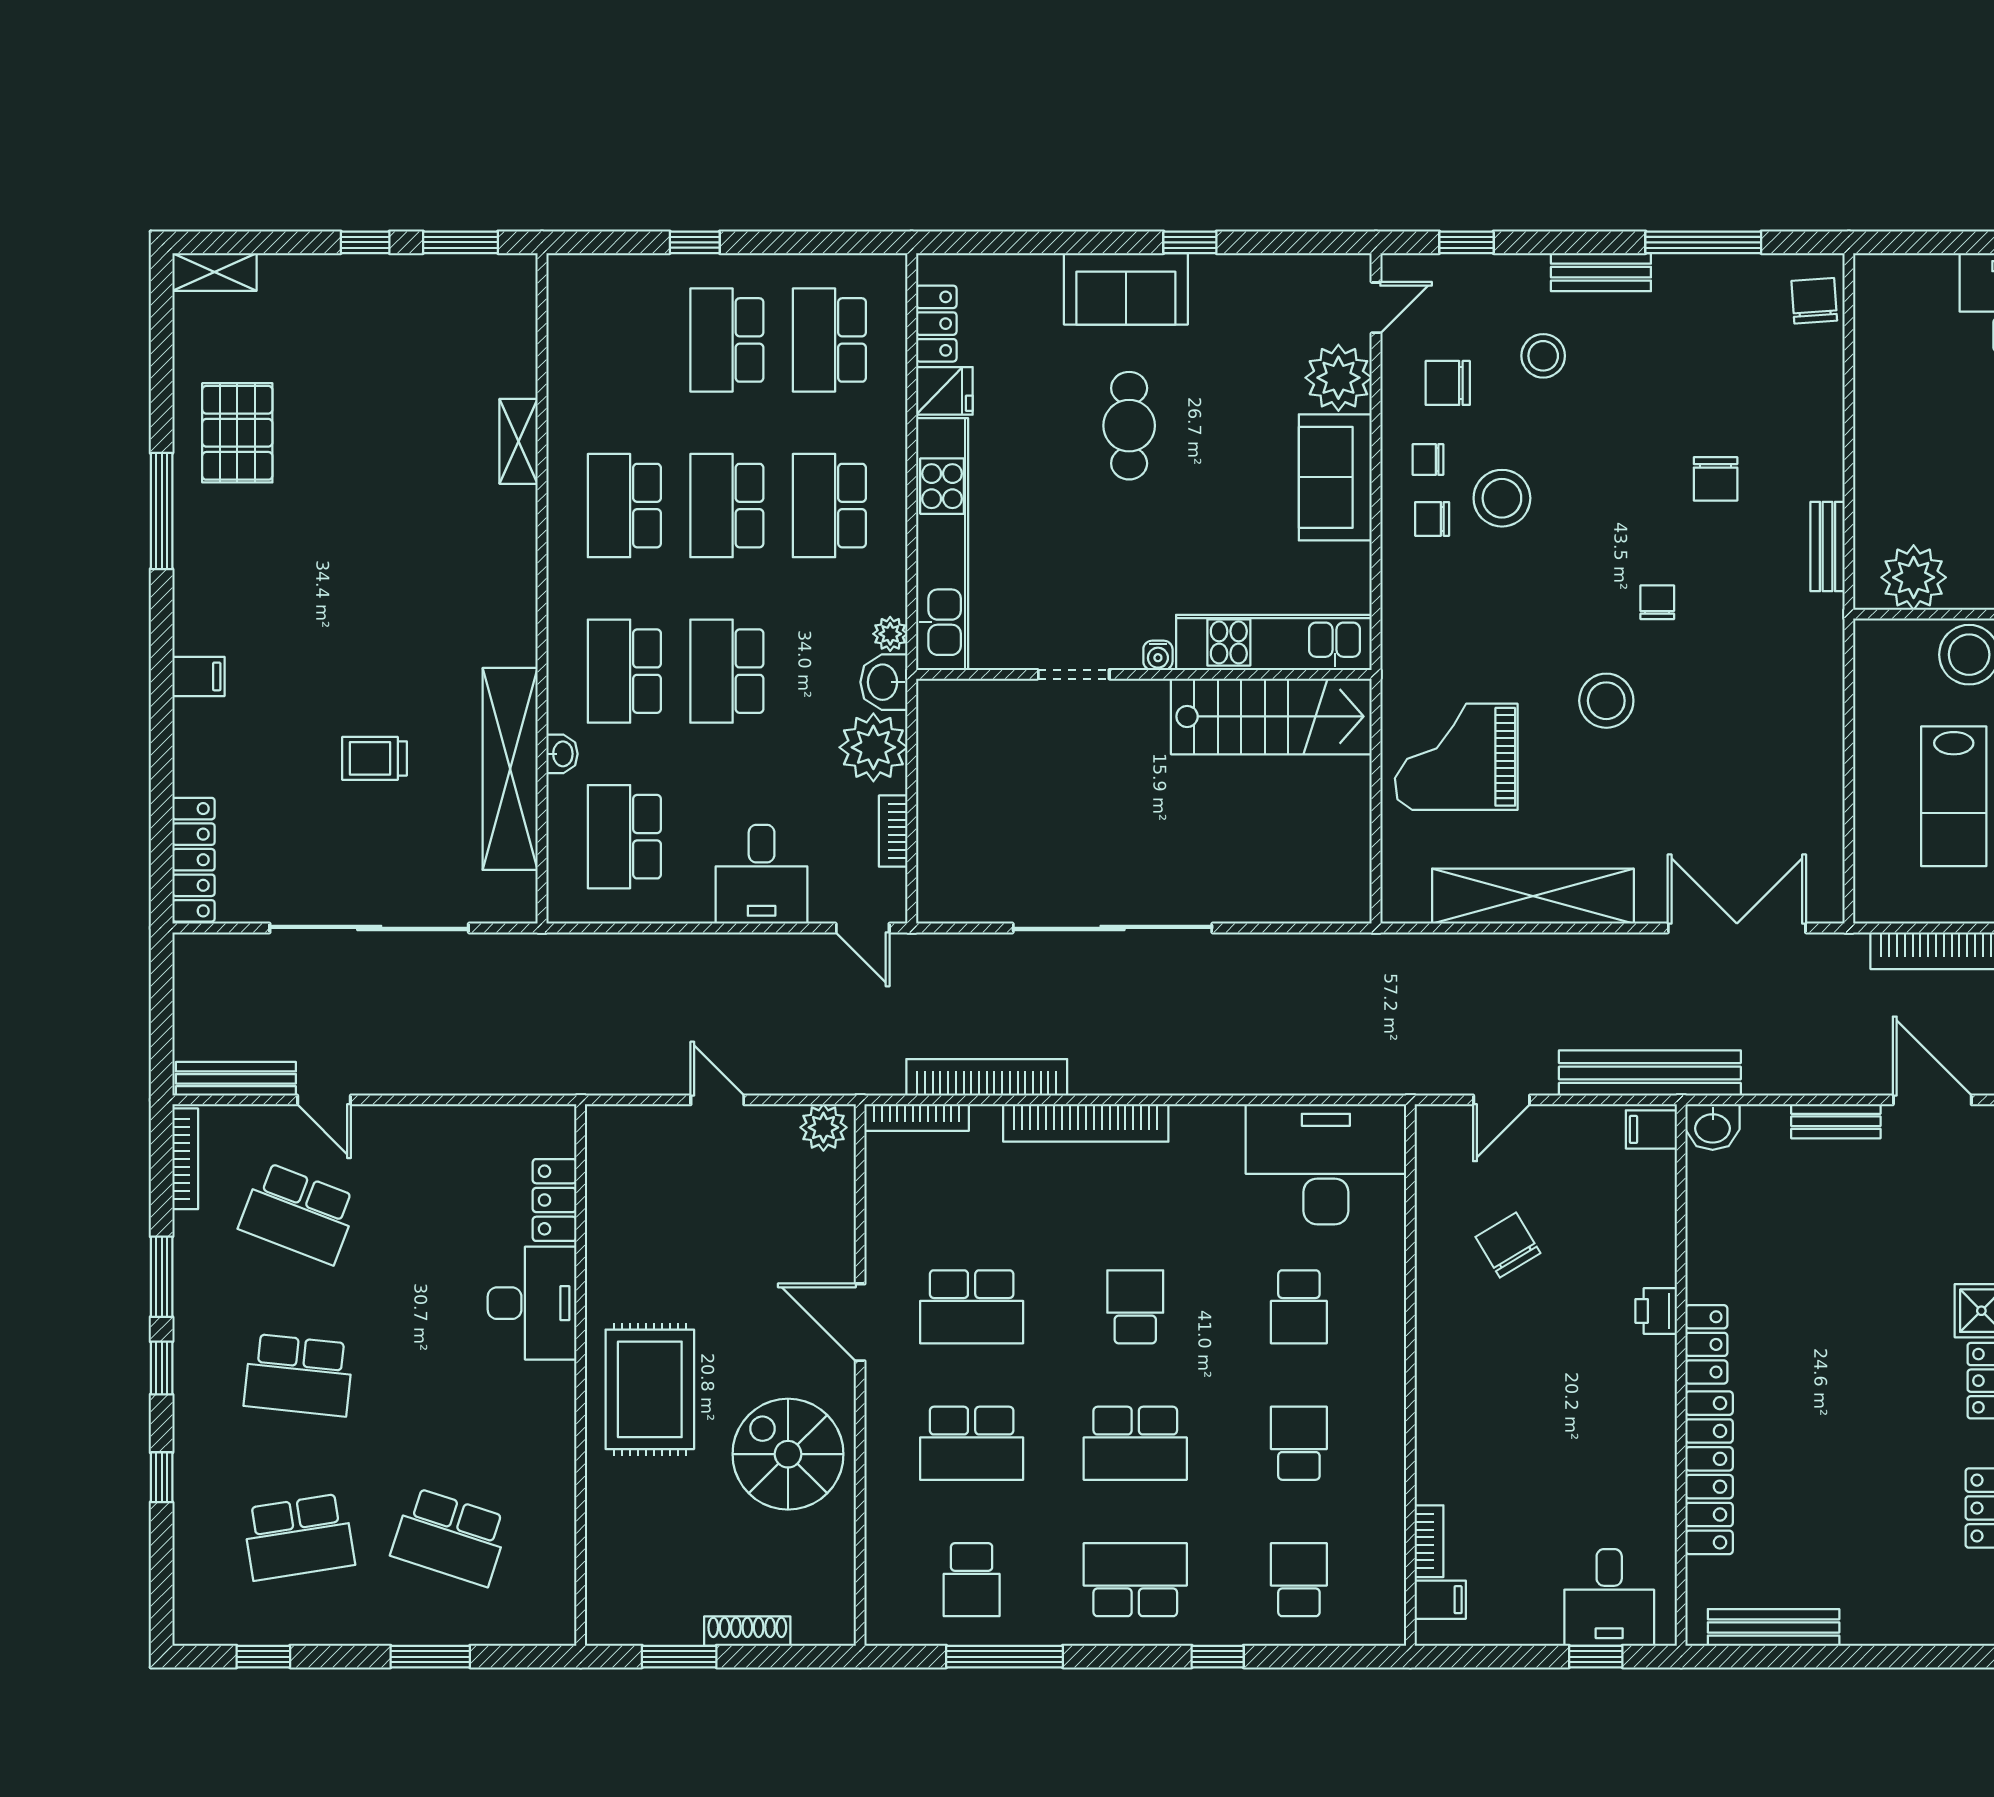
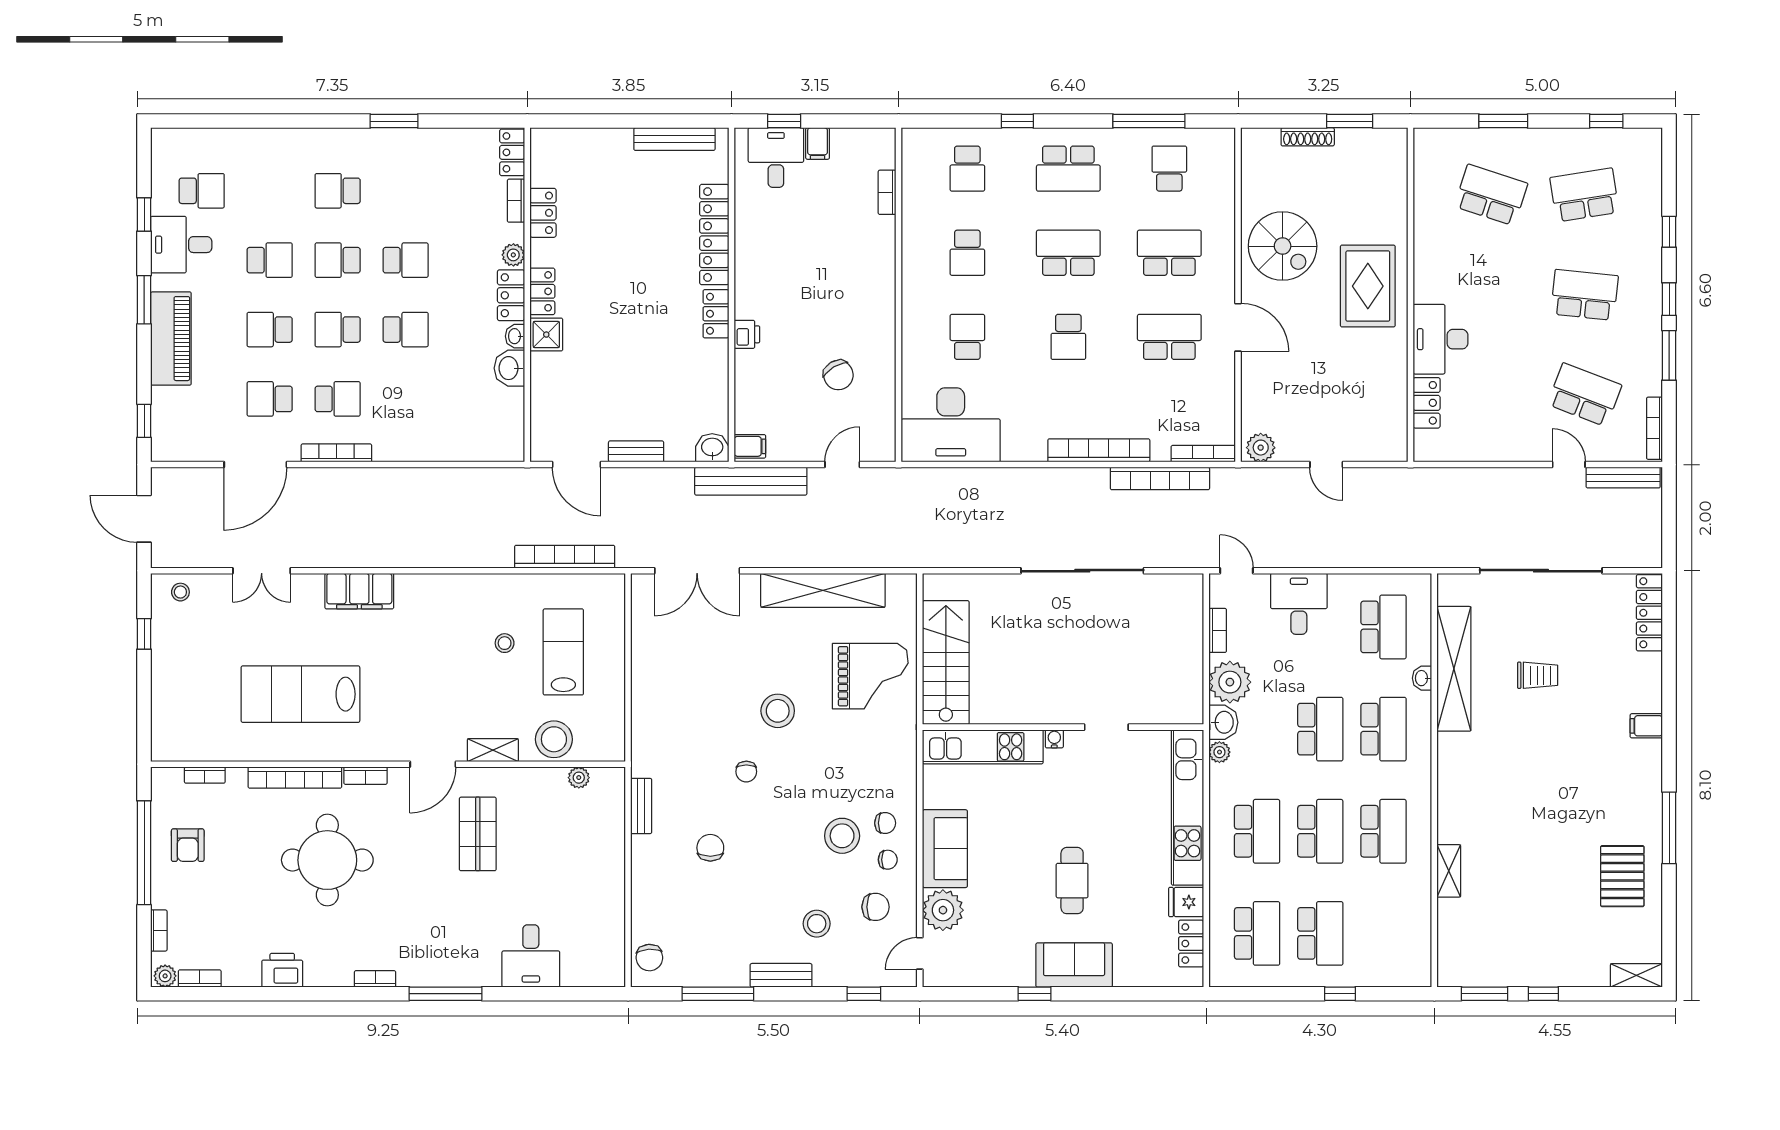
plant: (1914, 577) -> (579, 778), width x0.53, depth x0.53
stairs: (1271, 716) -> (946, 663), moved, turned 90
filing cabinet: (1440, 1600) -> (818, 143), moved, turned -90

